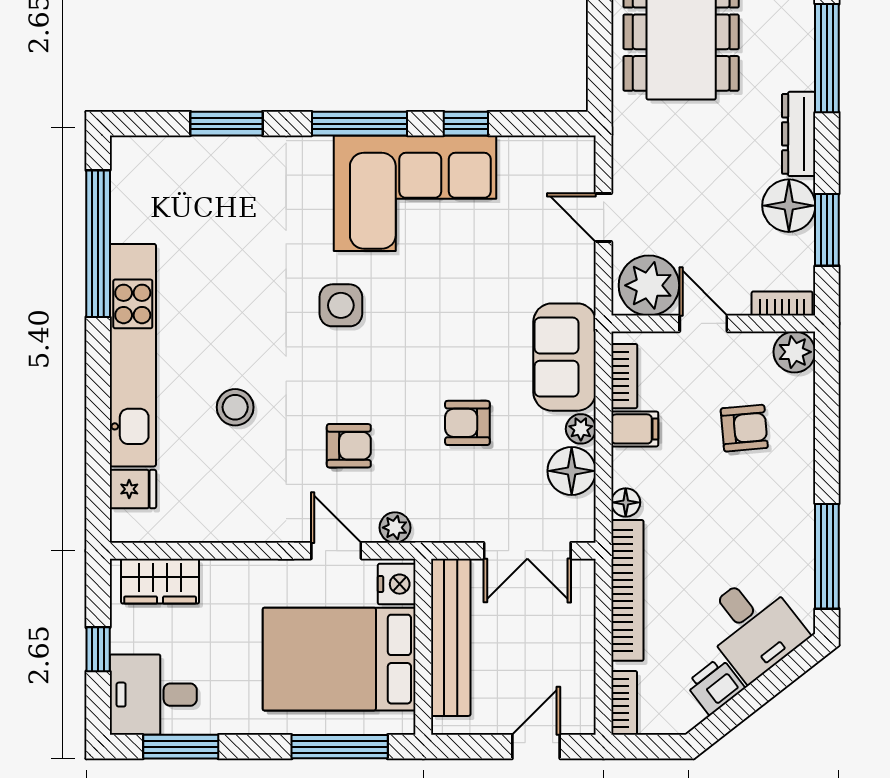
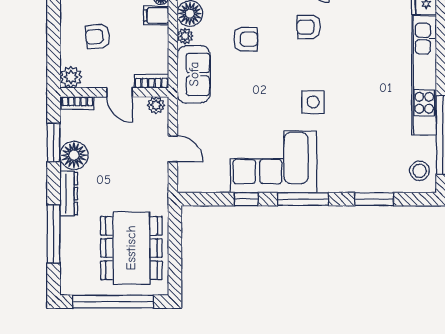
plant: (649, 285) -> (156, 105), width x0.53, depth x0.53
bookcase: (624, 376) -> (151, 81), moved, turned 90
stool: (235, 407) -> (420, 171), moved
filing cabinet: (635, 429) -> (156, 15), moved

